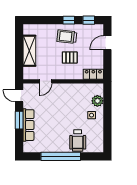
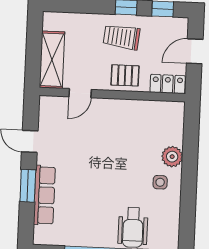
locker: (93, 74) -> (168, 84), moved
door: (46, 81) -> (80, 93), moved
wall: (63, 81) -> (112, 95), moved

